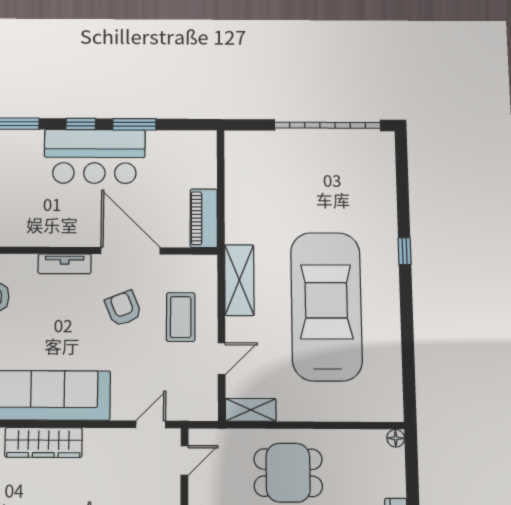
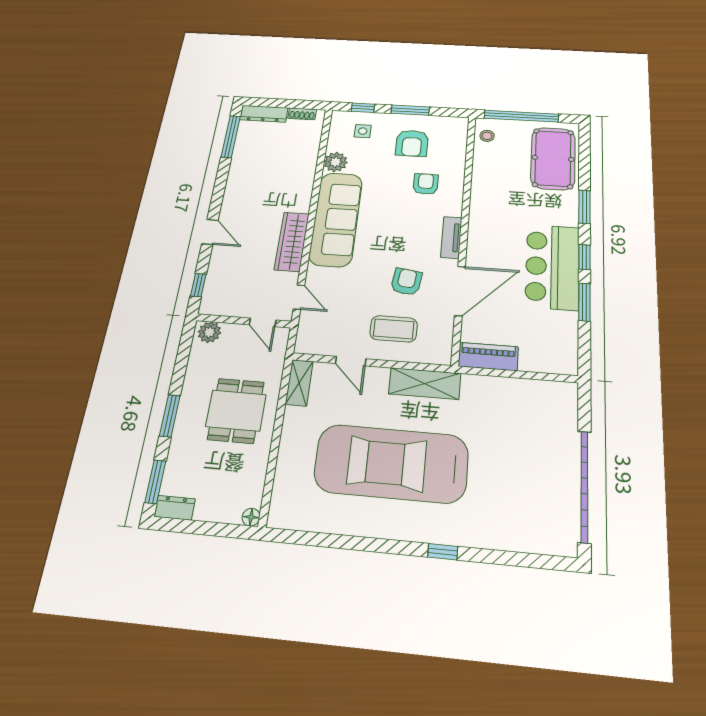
car: (326, 306) -> (391, 463), turned 180
armchair: (123, 308) -> (406, 282), turned -60
wardrobe: (44, 442) -> (292, 242), moved

